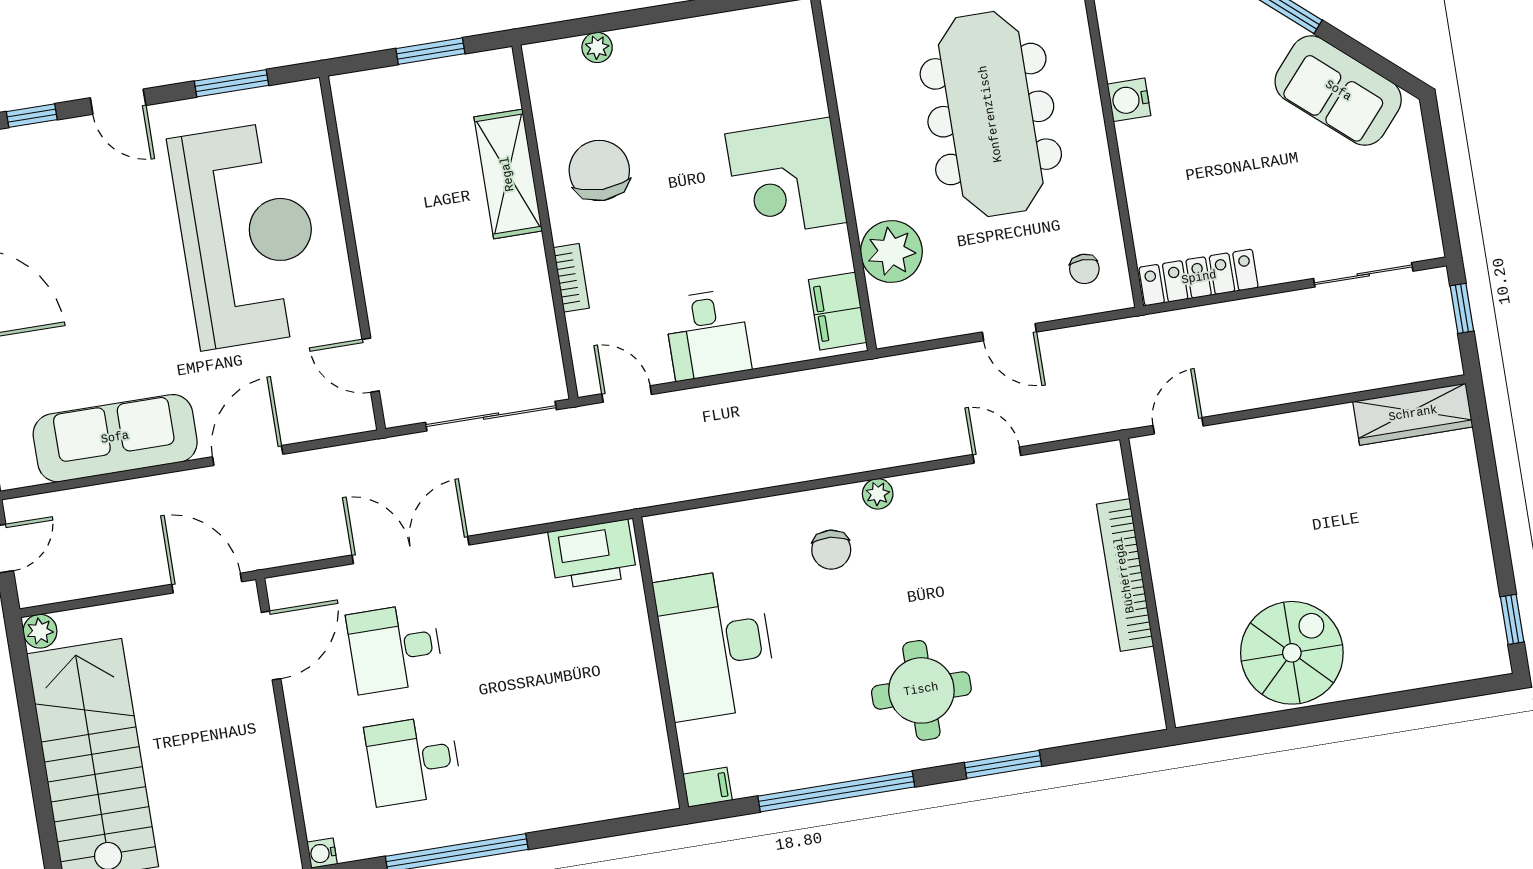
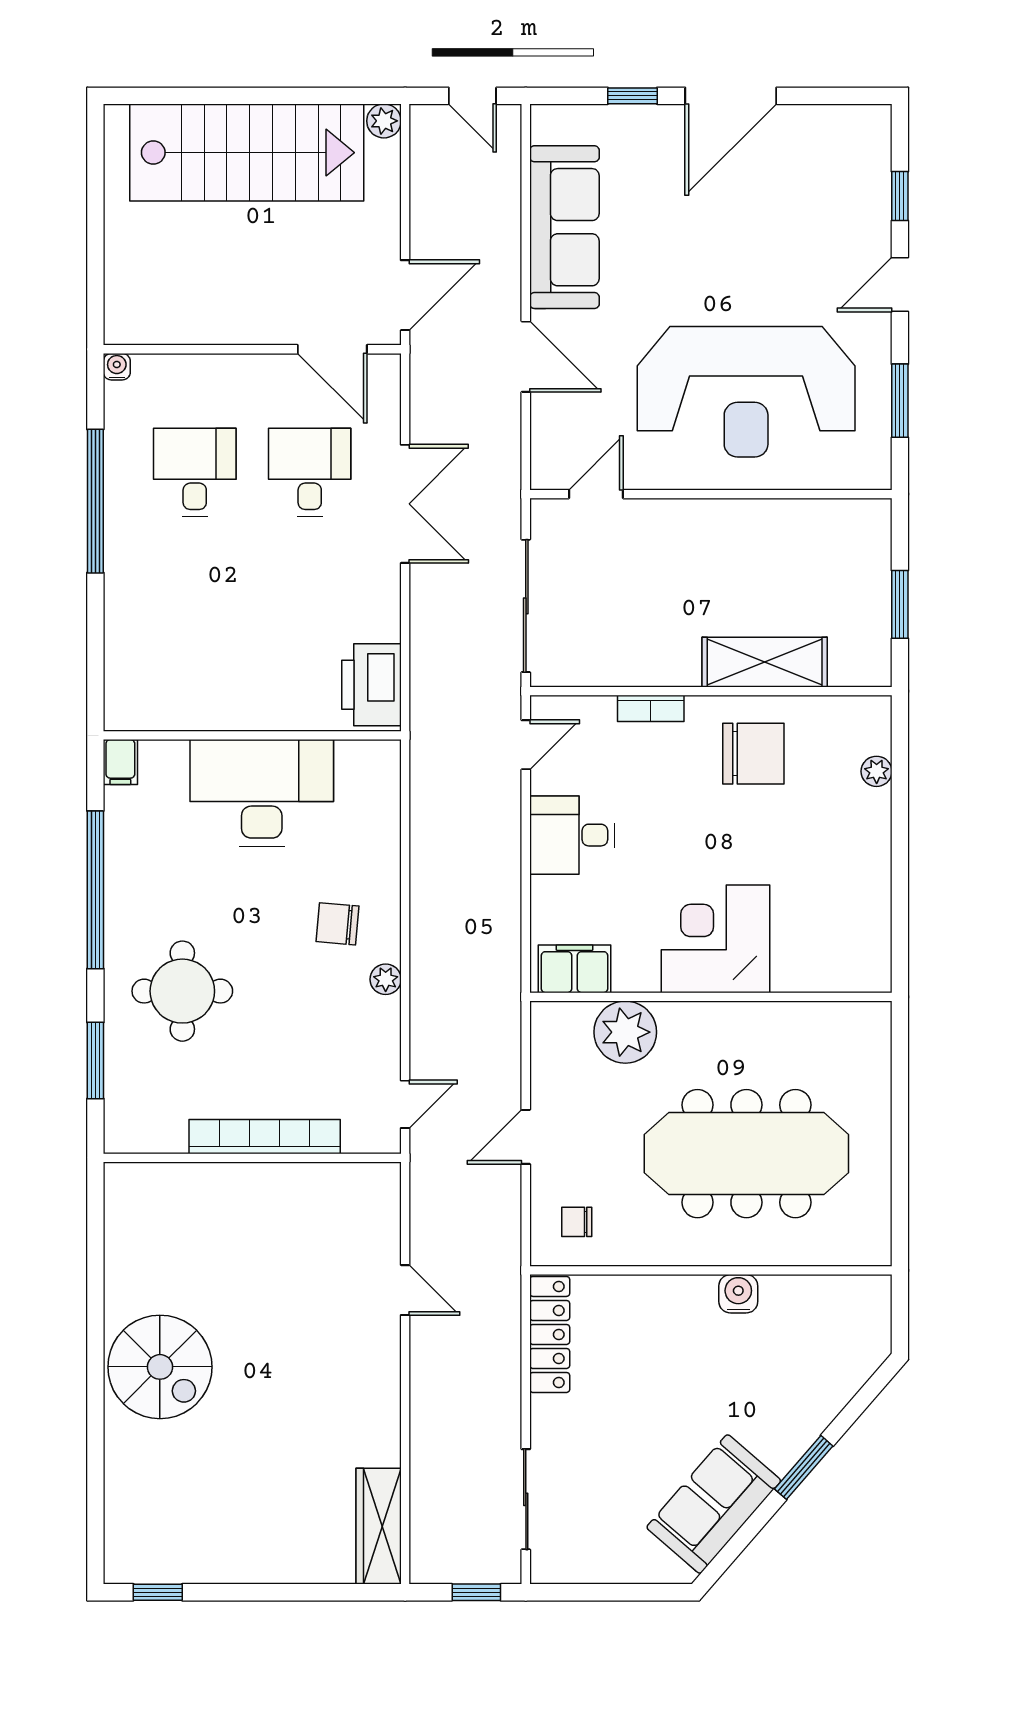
bookcase: (1125, 575) -> (265, 1137), moved
wall: (1148, 584) -> (252, 1158), moved

